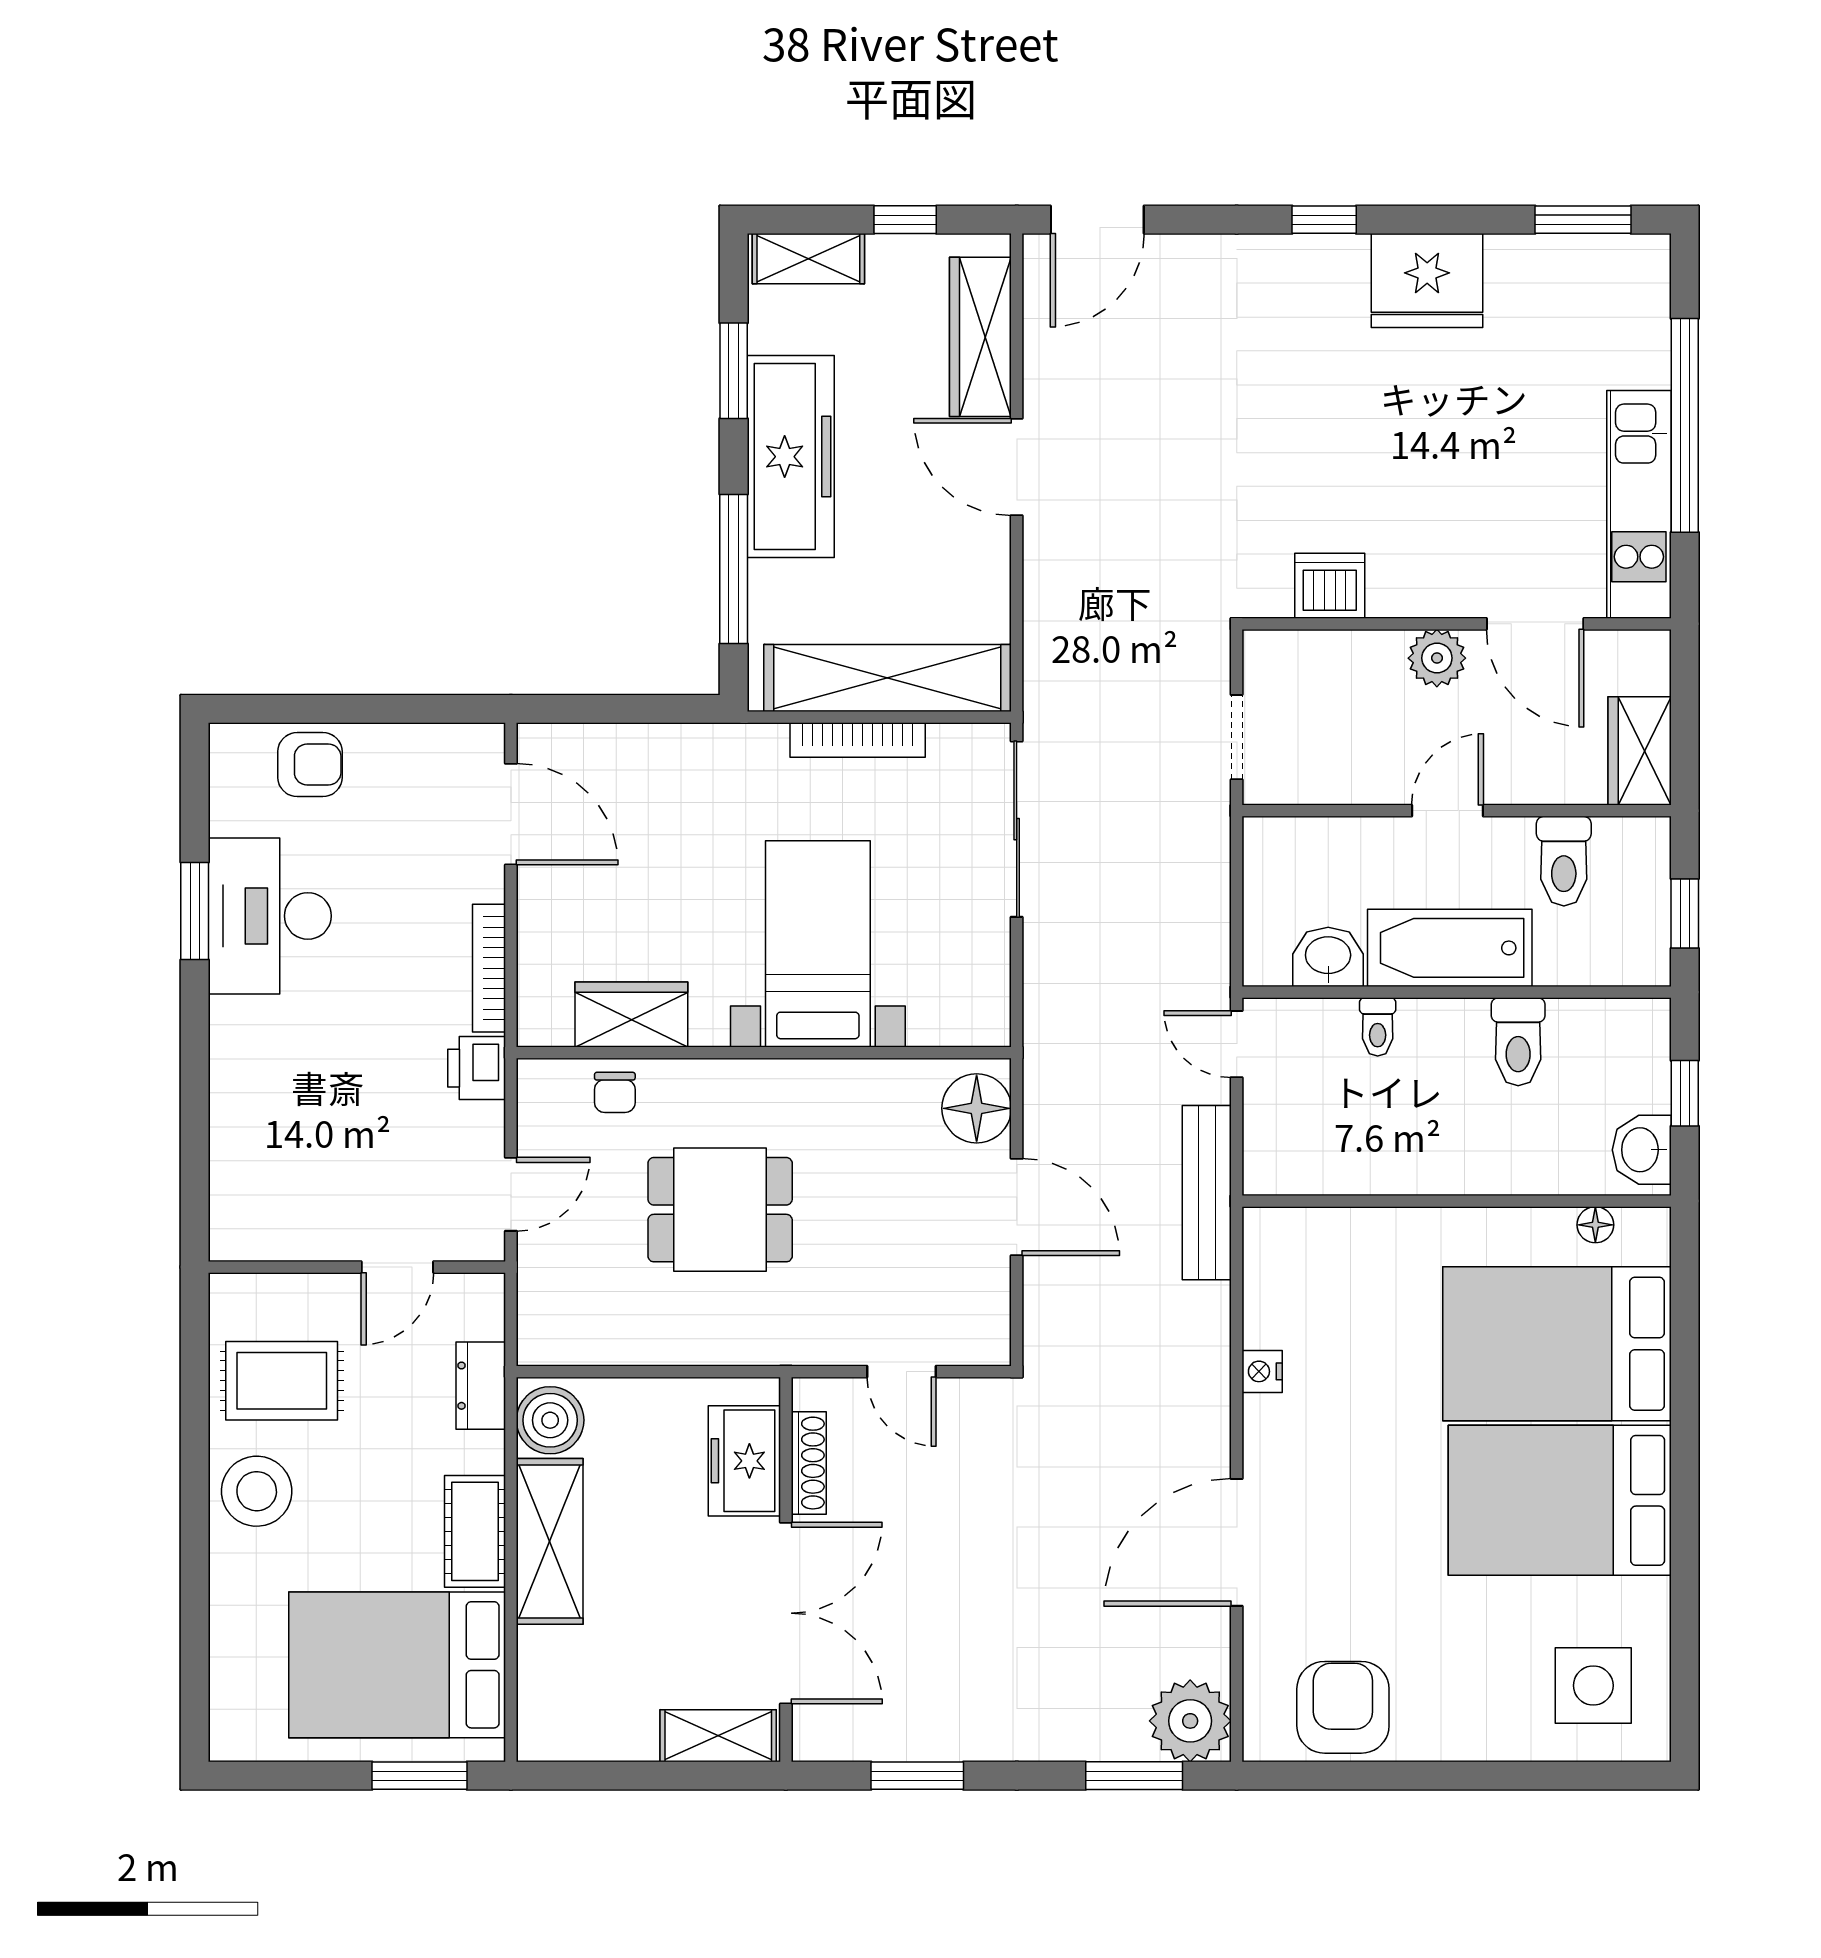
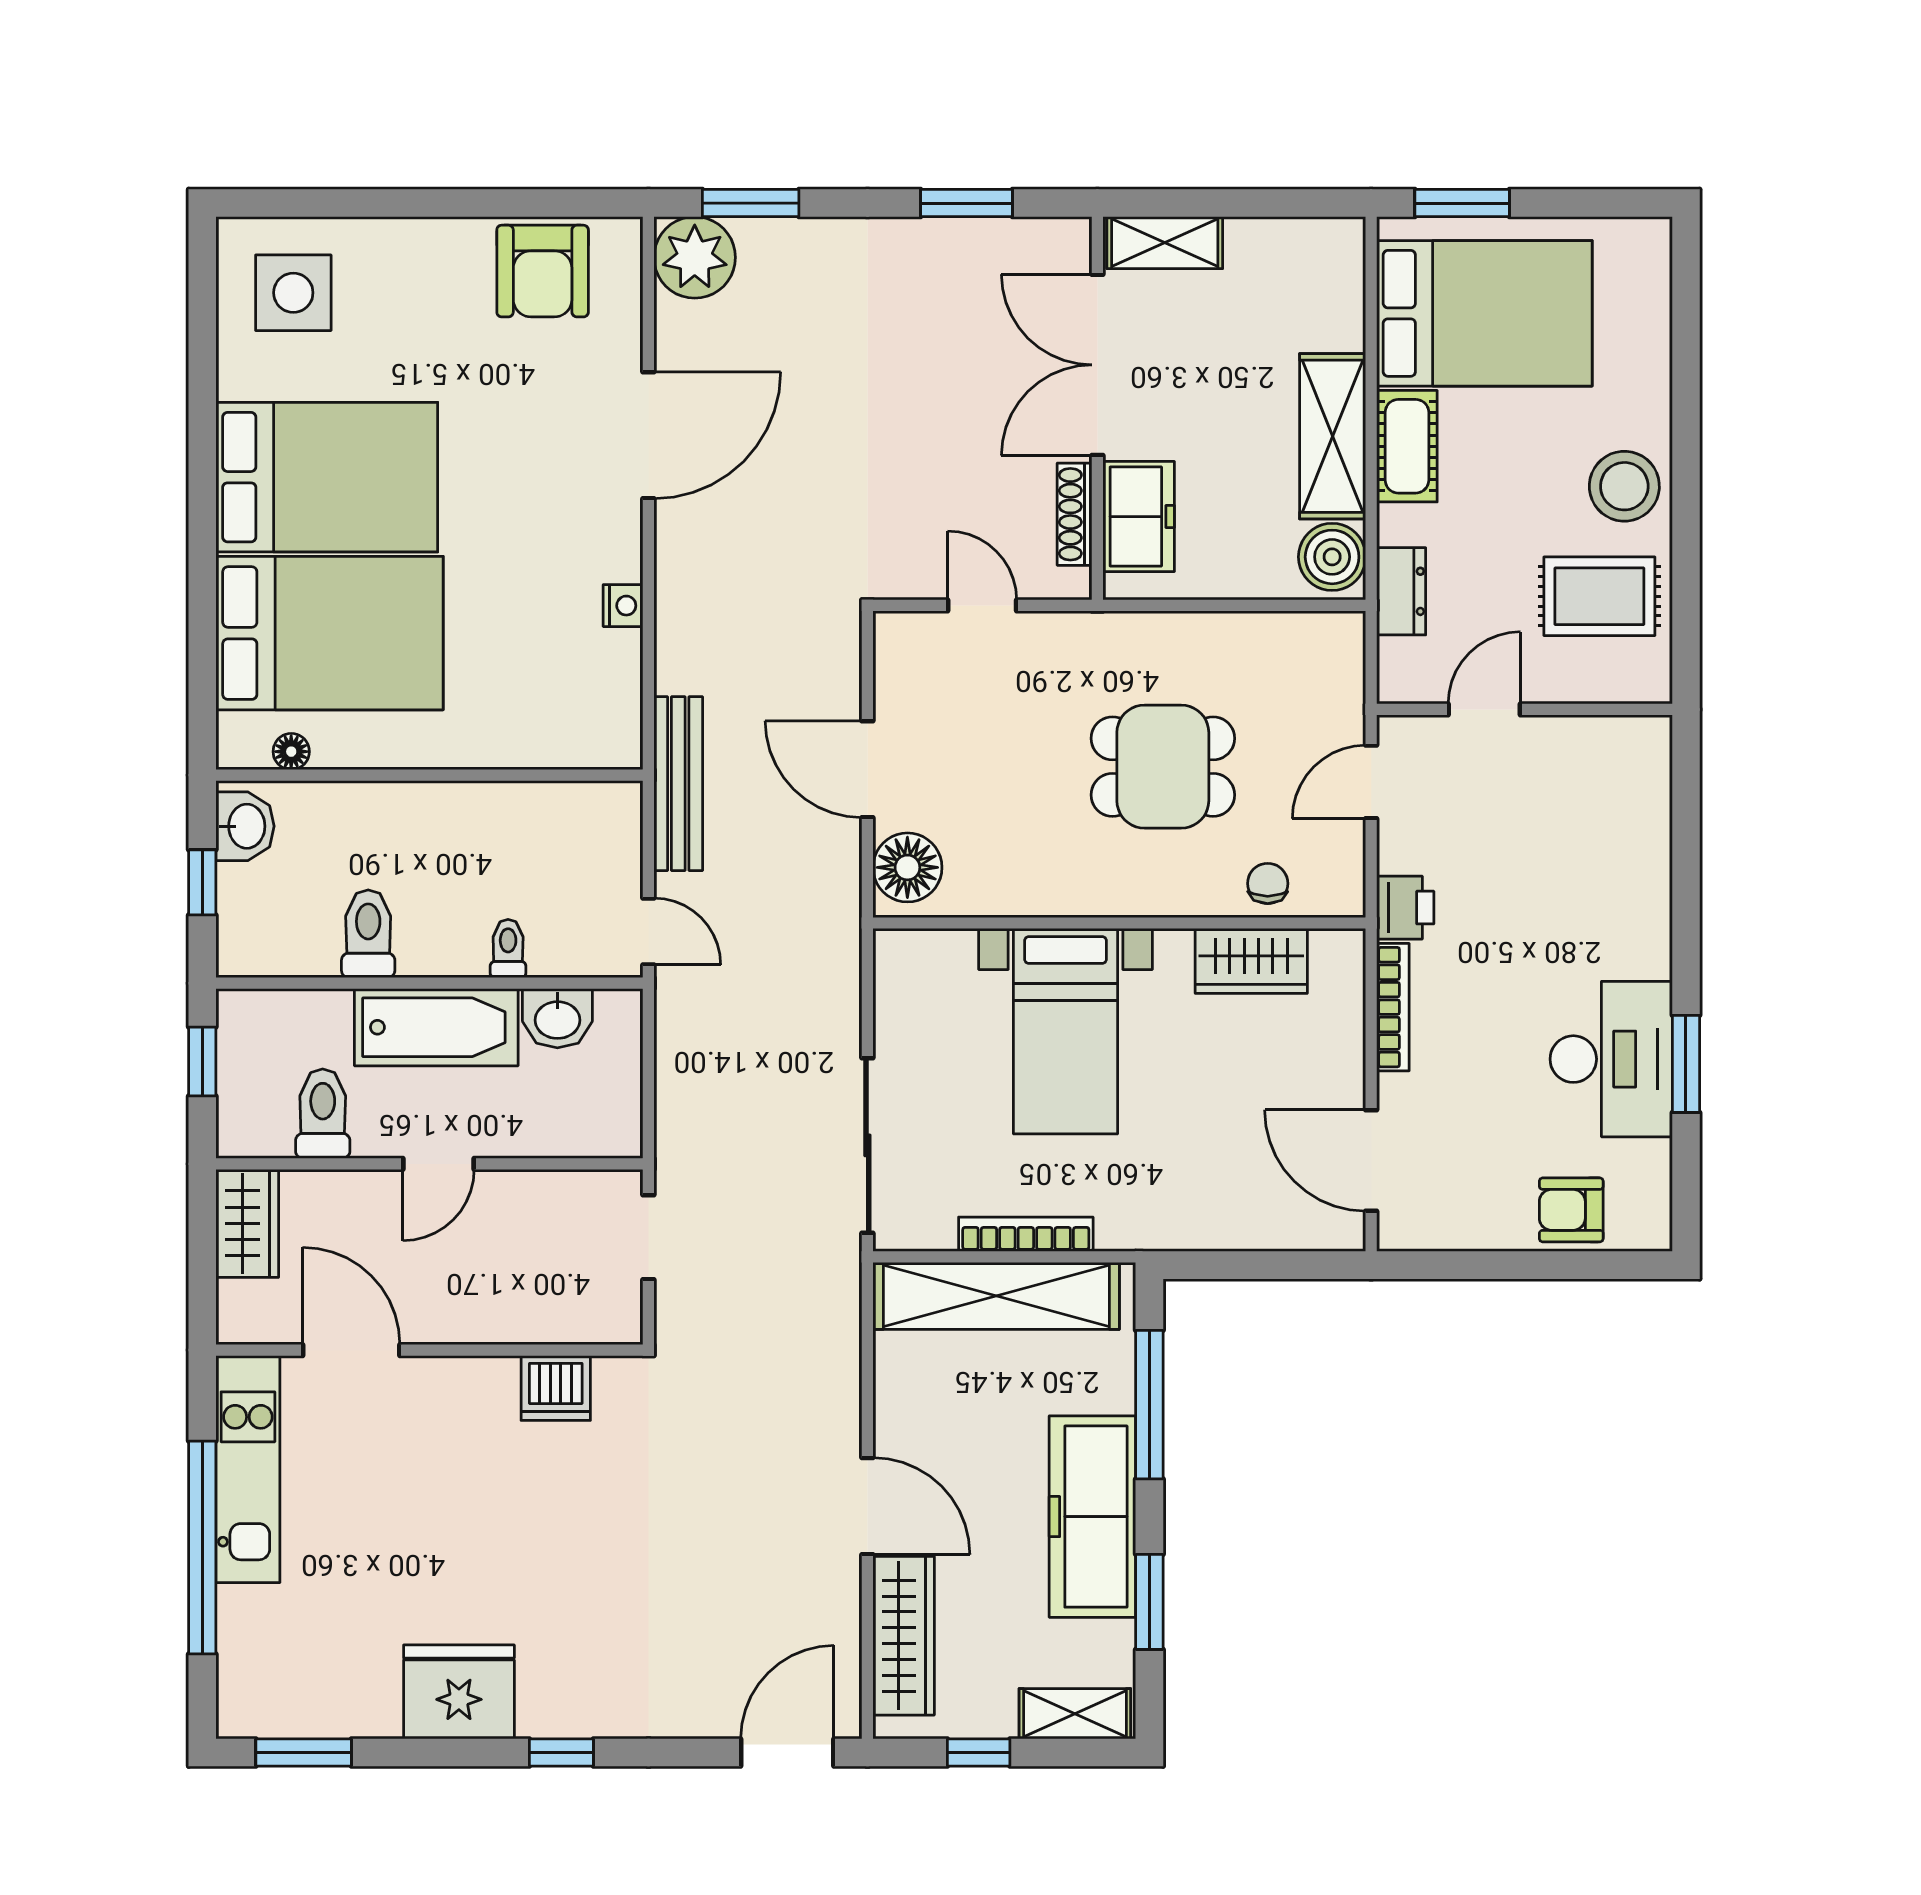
plant: (1437, 658) -> (449, 1316), removed

